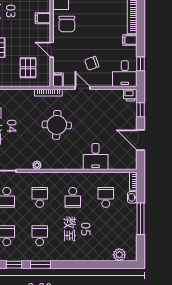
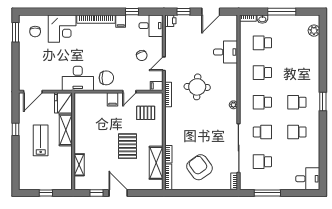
filing cabinet: (43, 18) -> (112, 99), moved
window: (140, 64) -> (132, 12), moved
school desk: (73, 197) -> (262, 73), turned 180
window: (14, 265) -> (323, 125), removed

